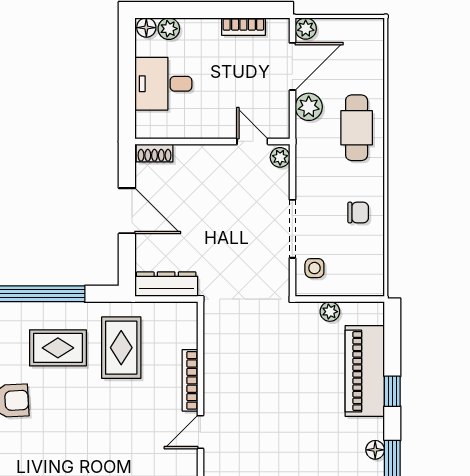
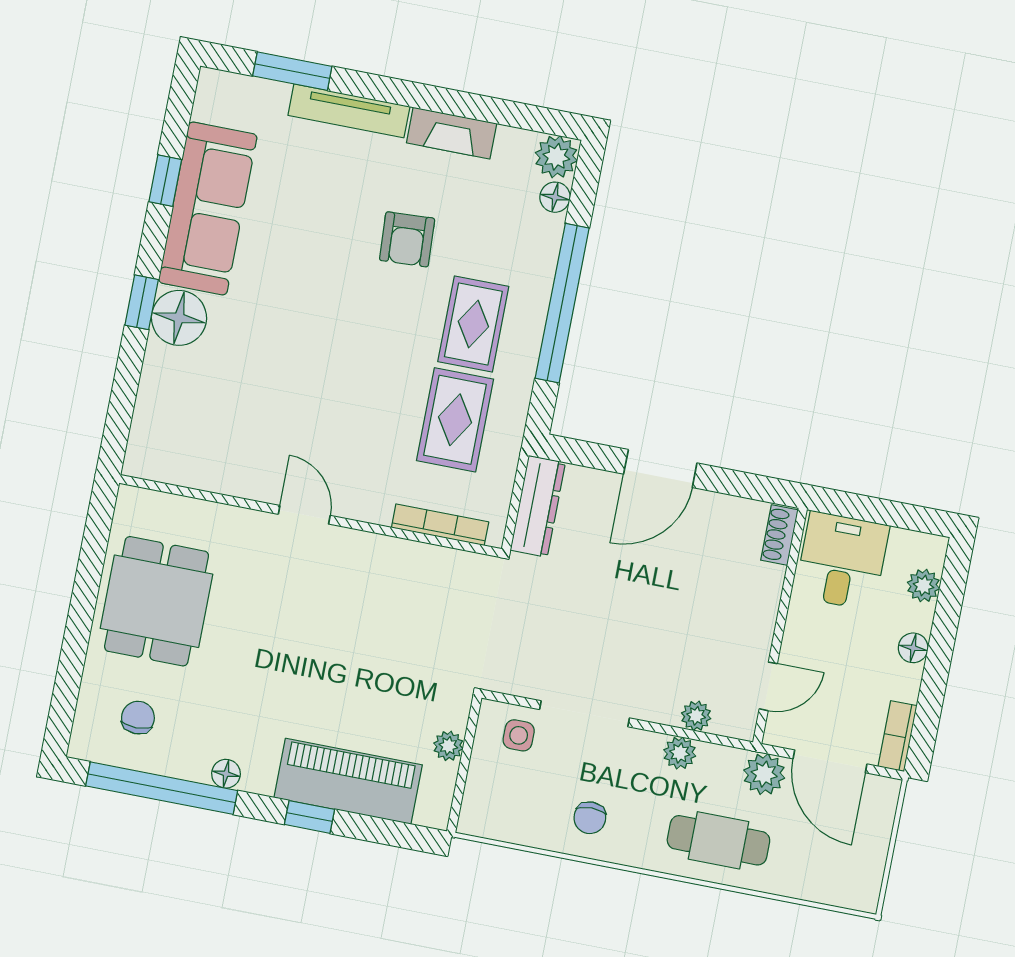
bookcase: (243, 27) -> (897, 736), moved
floor lamp: (146, 28) -> (913, 648), moved
plant: (306, 29) -> (680, 753), moved
wall: (212, 141) -> (780, 626), moved
door: (252, 141) -> (768, 686), moved
shoe rack: (155, 153) -> (779, 535), moved
rug: (121, 348) -> (455, 420), turned 90
bookcase: (190, 380) -> (440, 525), moved

